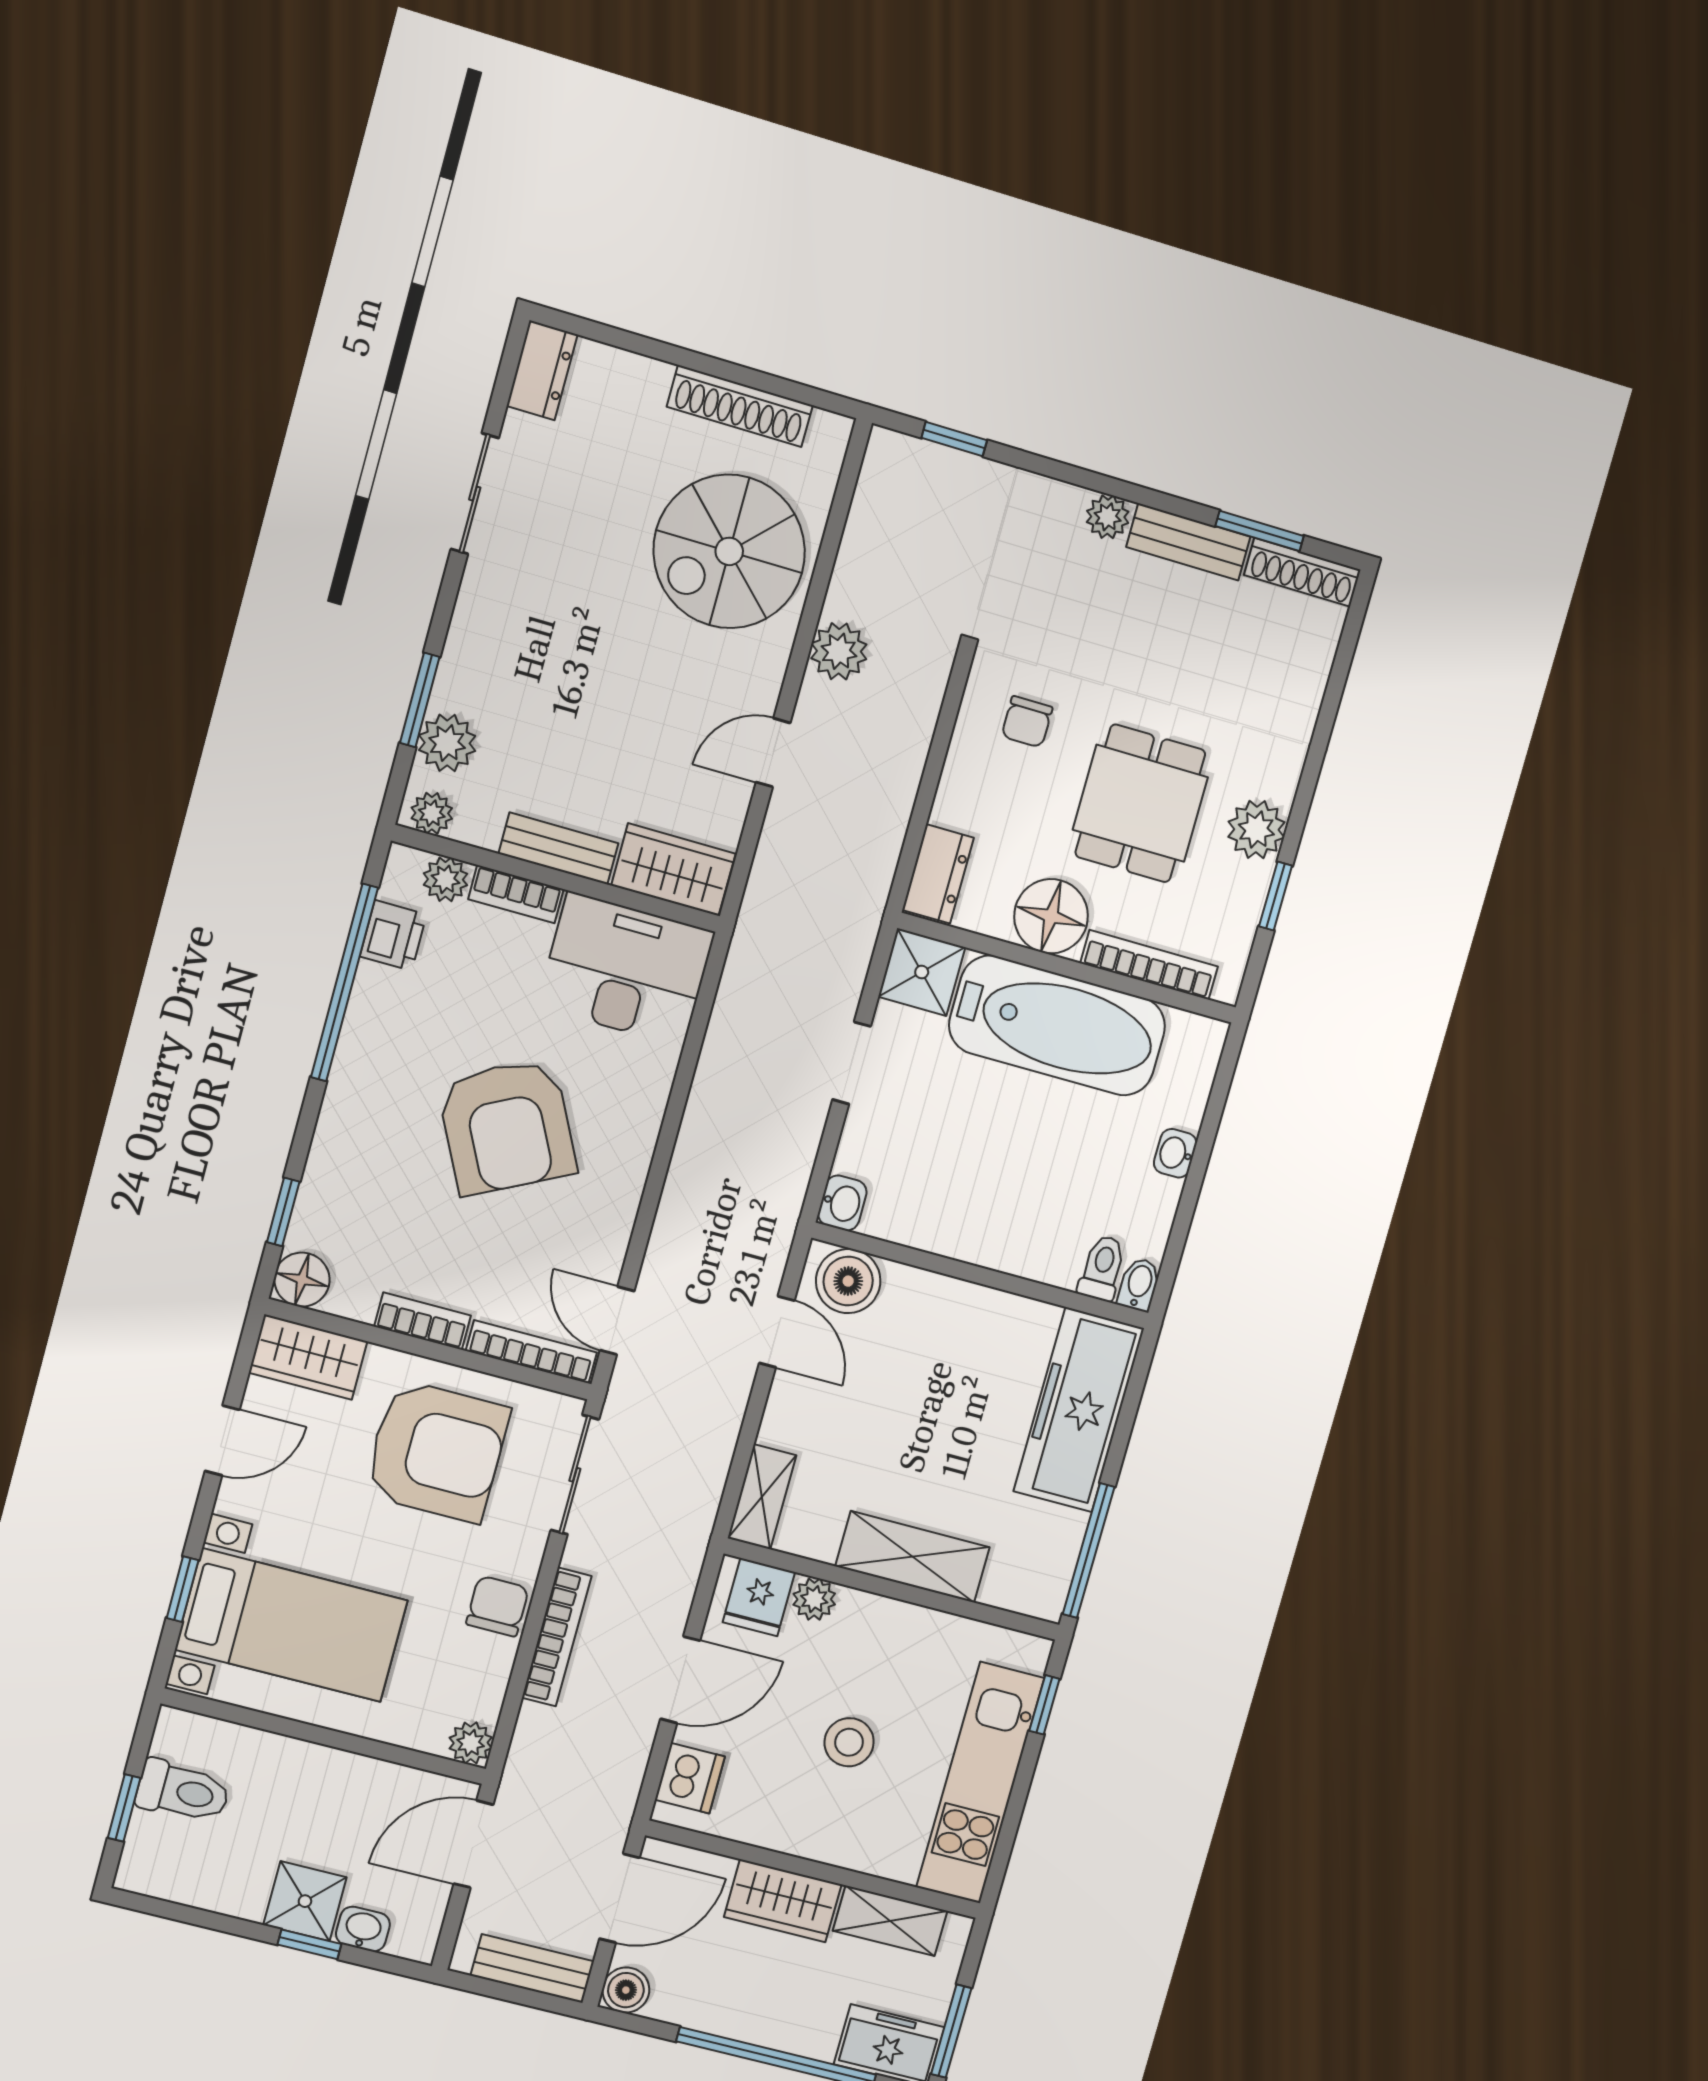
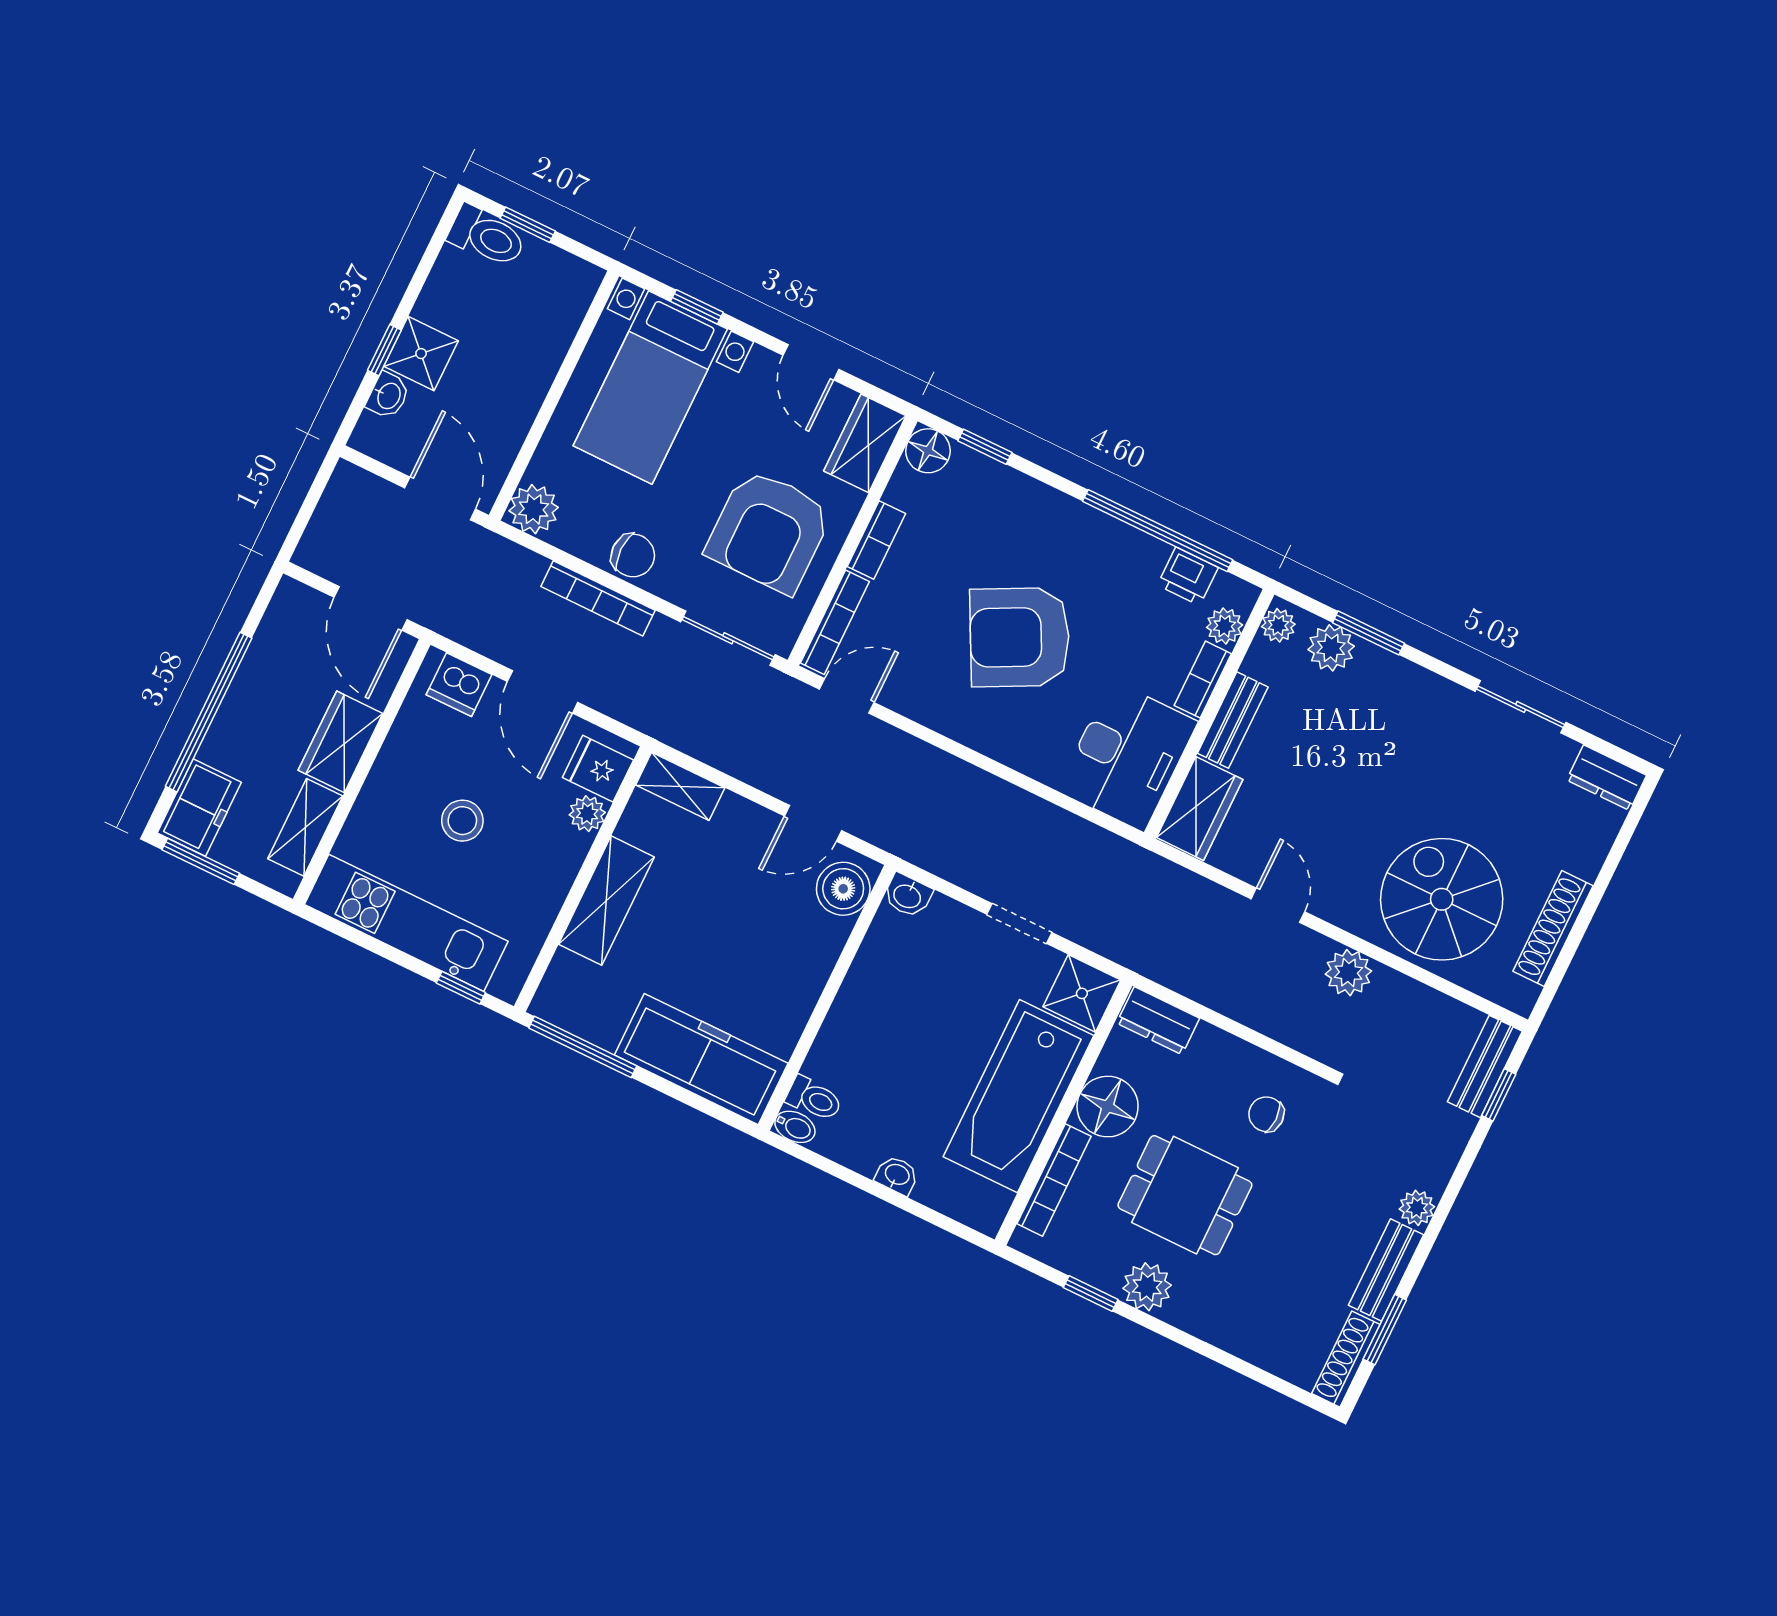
plant: (471, 1743) -> (534, 509), width x1.38, depth x1.38
toilet: (183, 1791) -> (487, 236), moved, turned -90
bench: (532, 1968) -> (1485, 1066), moved
boiler: (626, 1990) -> (292, 599), removed

